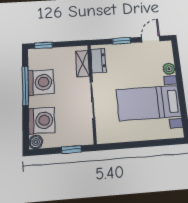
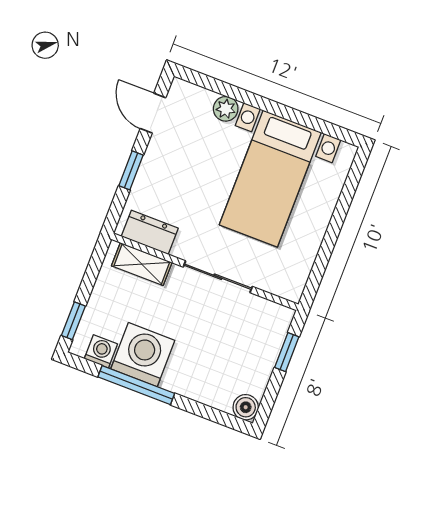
washing machine: (42, 120) -> (101, 351), moved, width x0.53, depth x0.53

